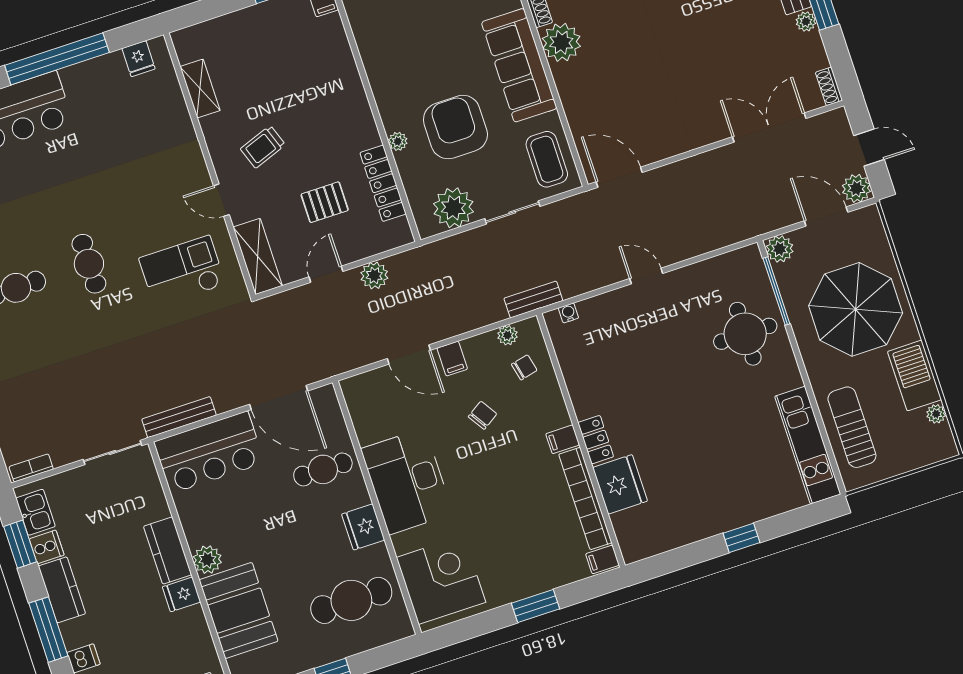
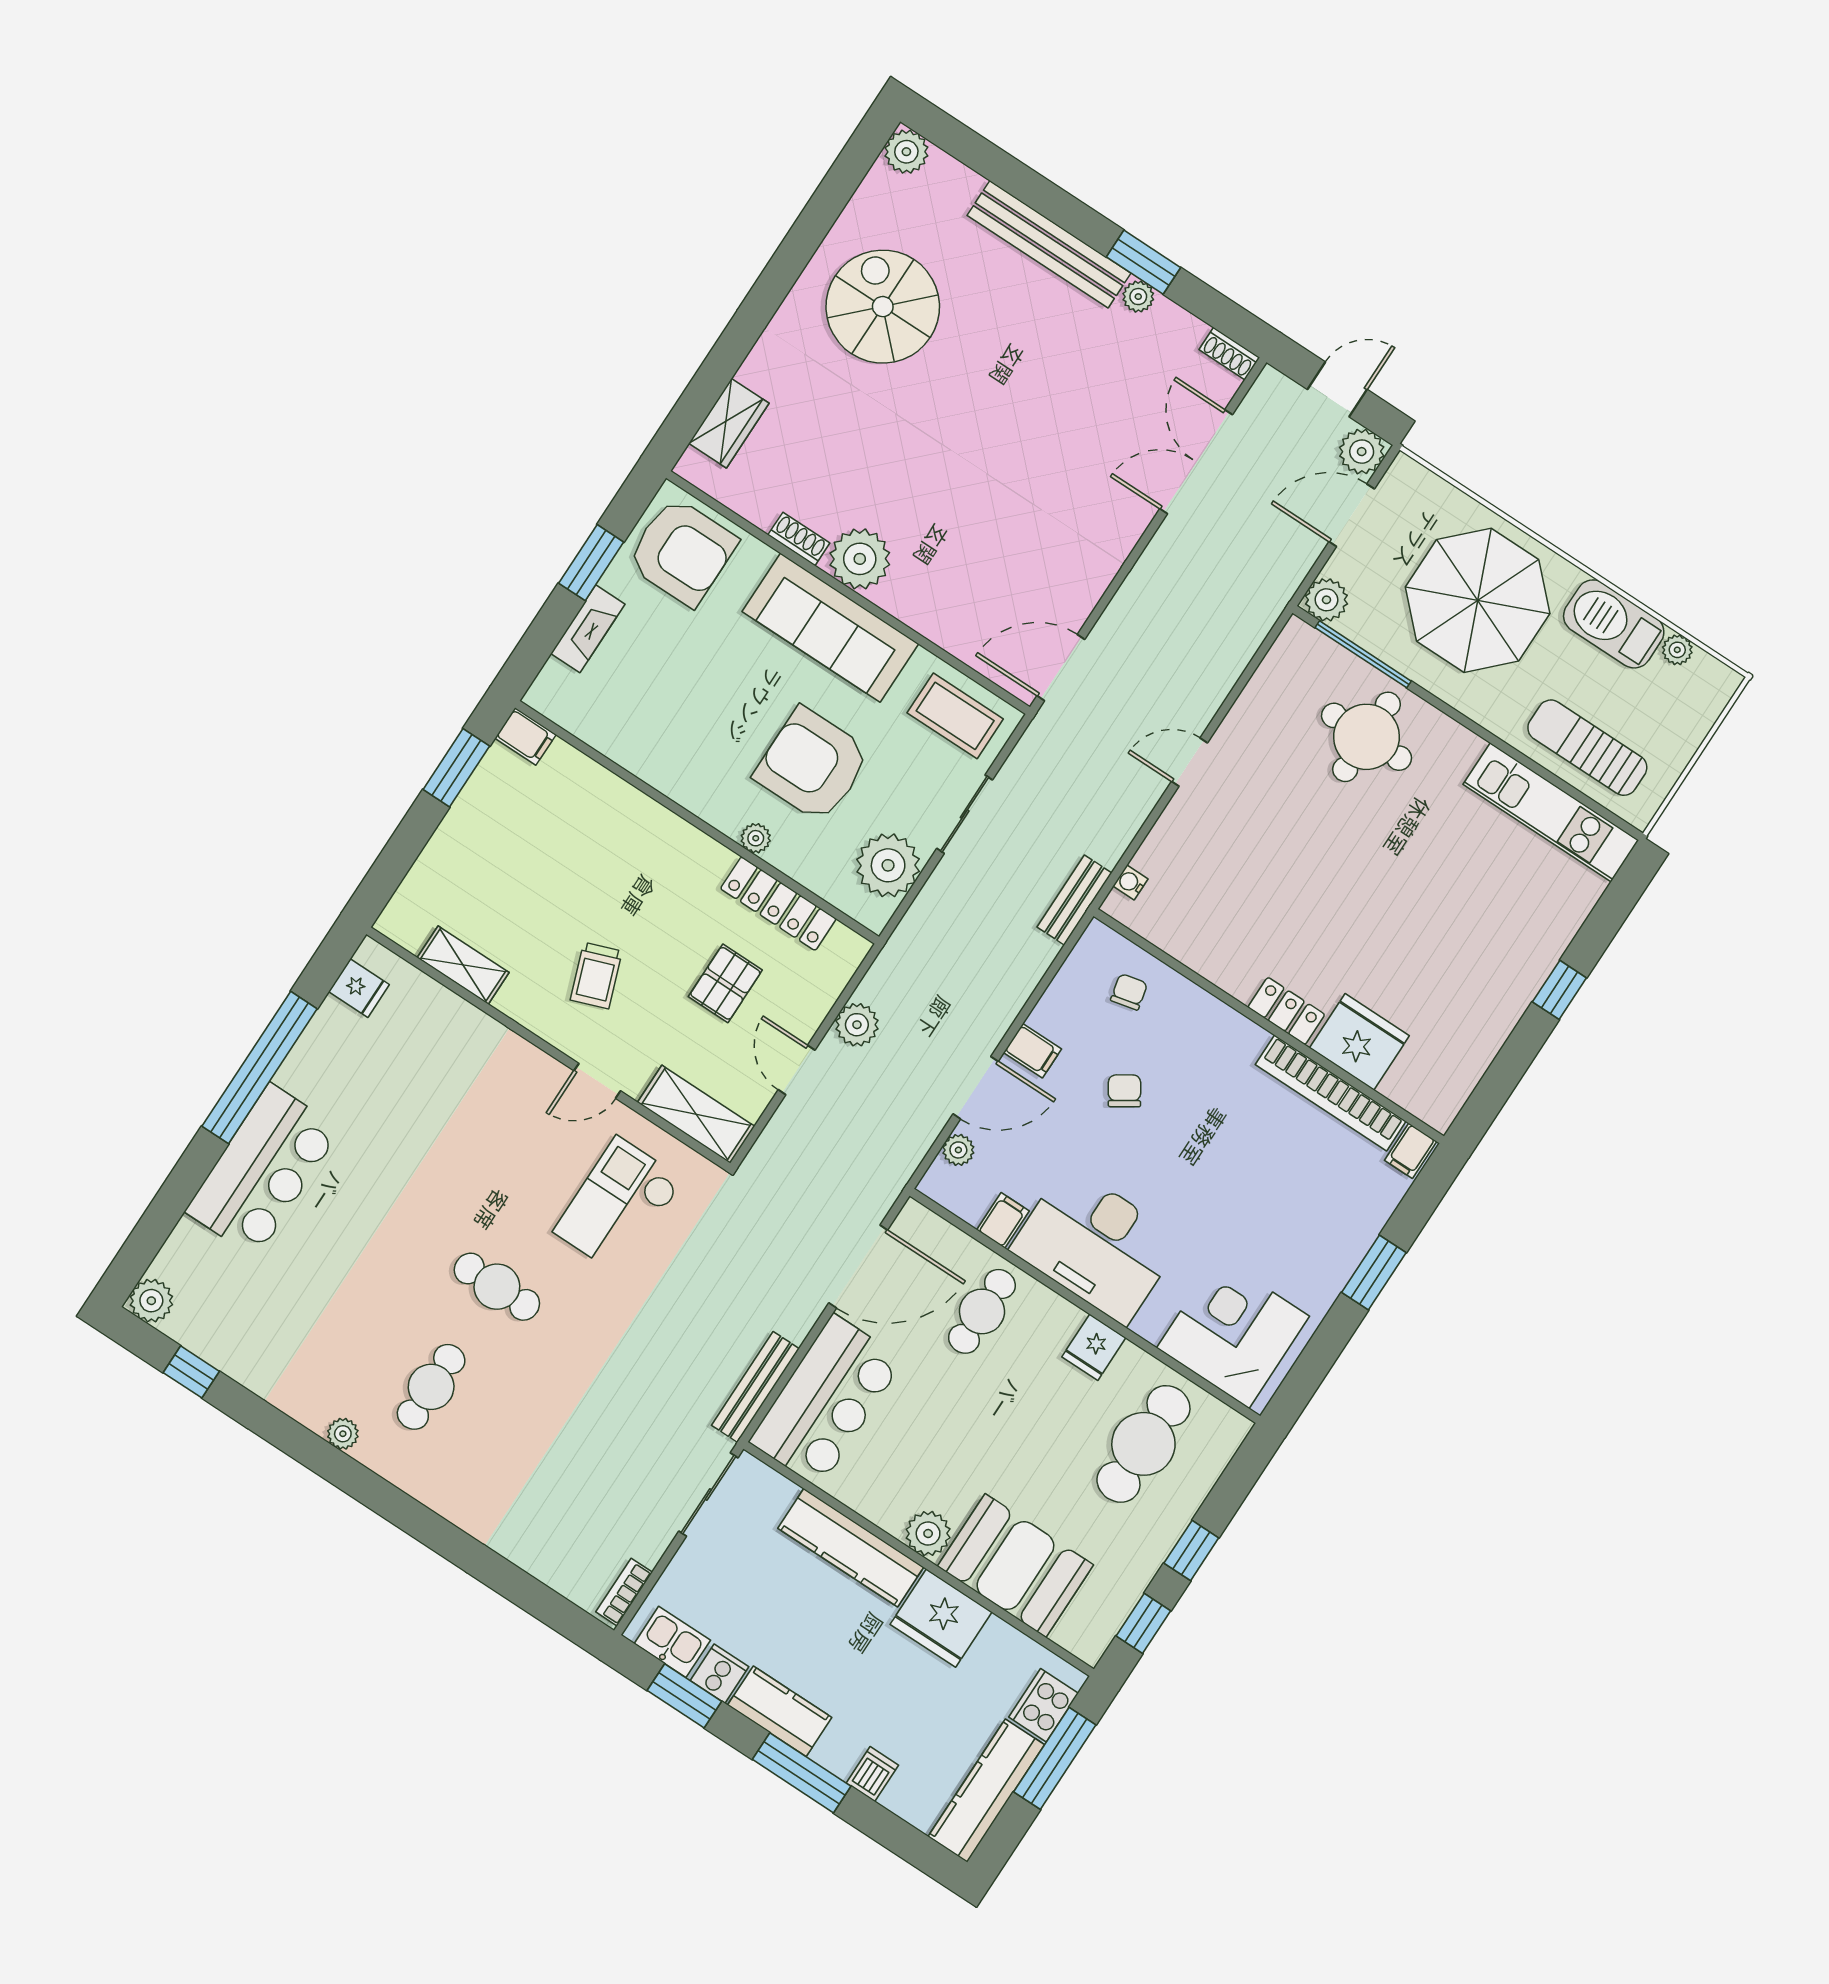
plant: (507, 335) -> (958, 1150), moved
filing cabinet: (563, 439) -> (1003, 1220), moved, turned 180
fridge: (363, 527) -> (1094, 1347), width x0.72
kitchen counter: (168, 550) -> (851, 1548), width x1.50
fridge: (182, 594) -> (941, 1618), width x1.88, depth x1.34

